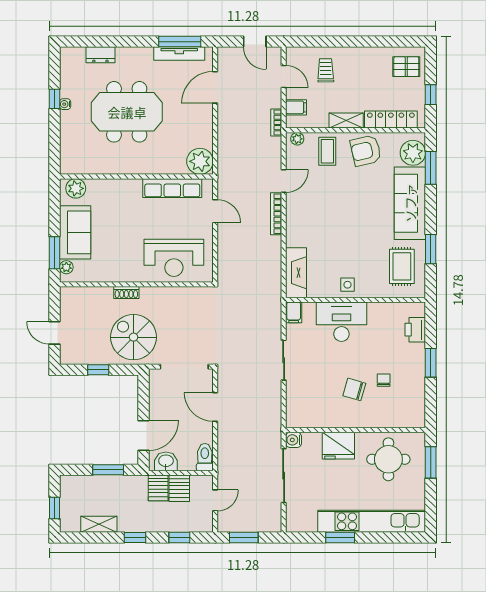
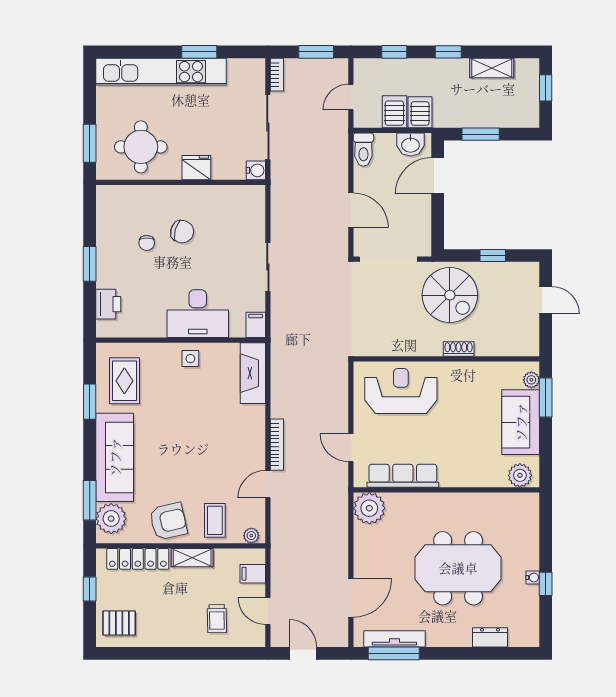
bookcase: (276, 122) -> (277, 75), moved
fridge: (338, 446) -> (196, 168), width x0.73, depth x0.75

